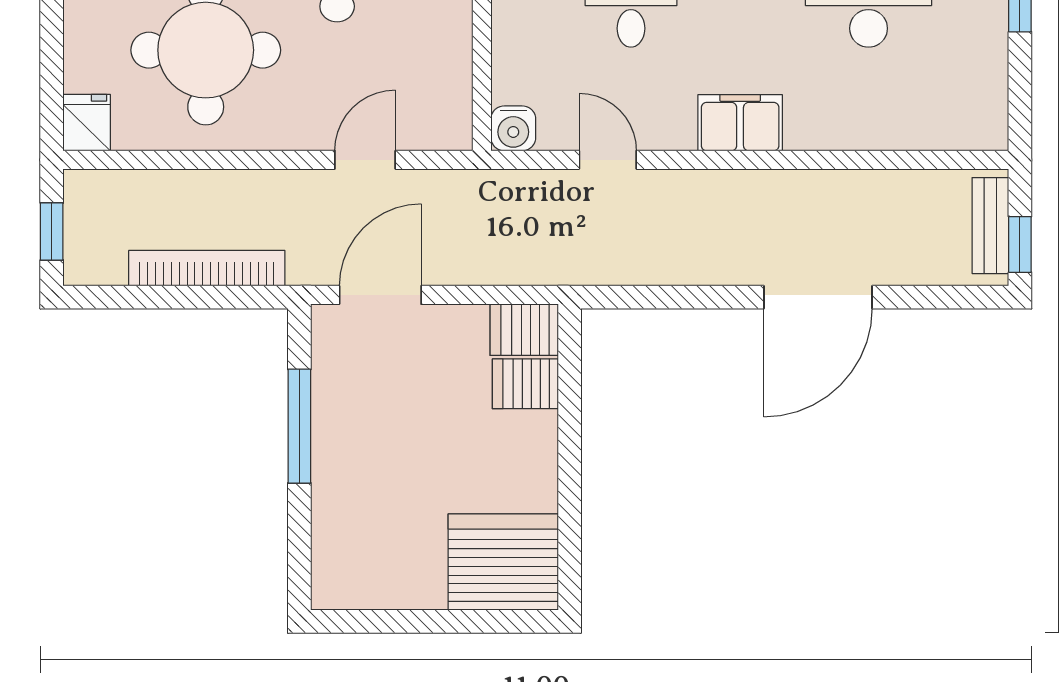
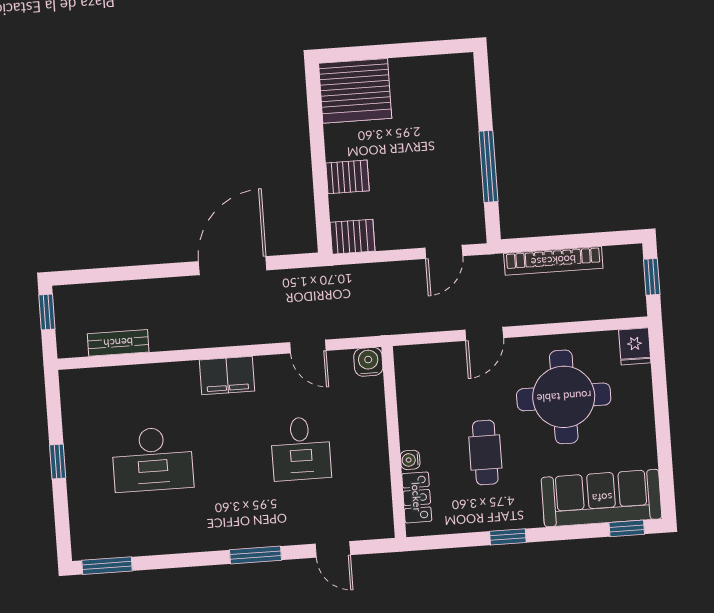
door: (365, 160) -> (484, 334), moved
bench: (990, 226) -> (118, 343), moved, turned 90
door: (380, 295) -> (444, 252), width x0.73
door: (818, 297) -> (233, 266), moved
server rack: (525, 384) -> (347, 177), moved

